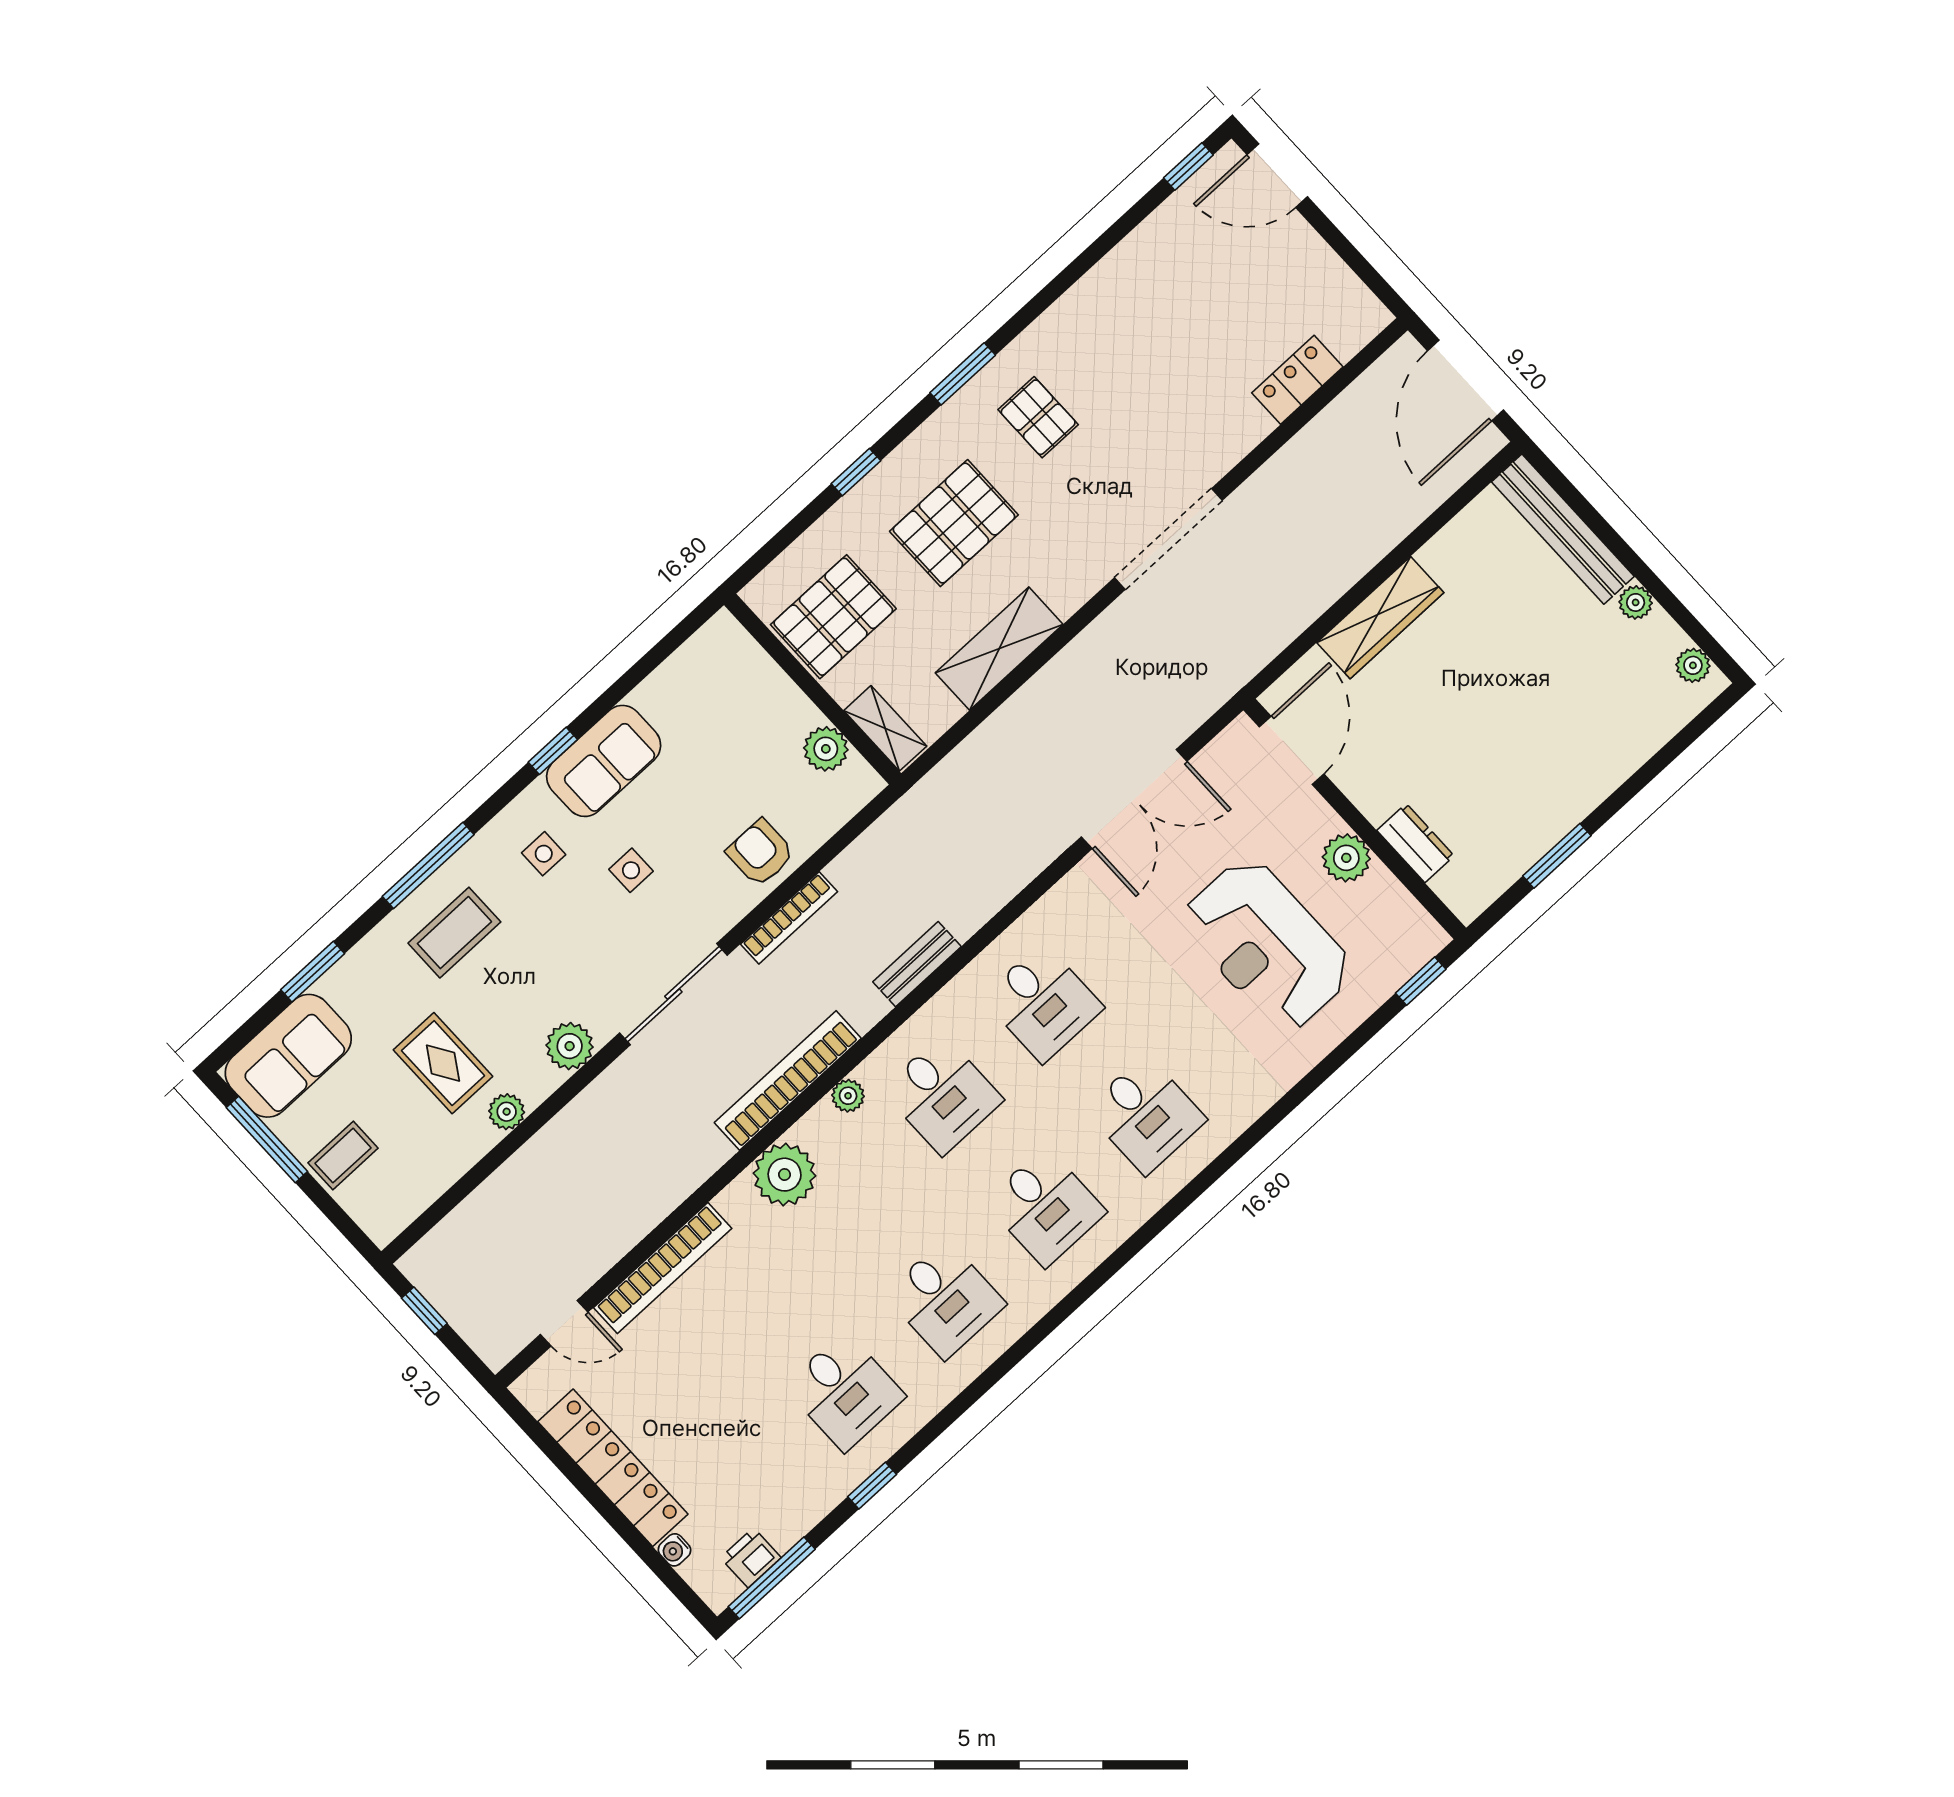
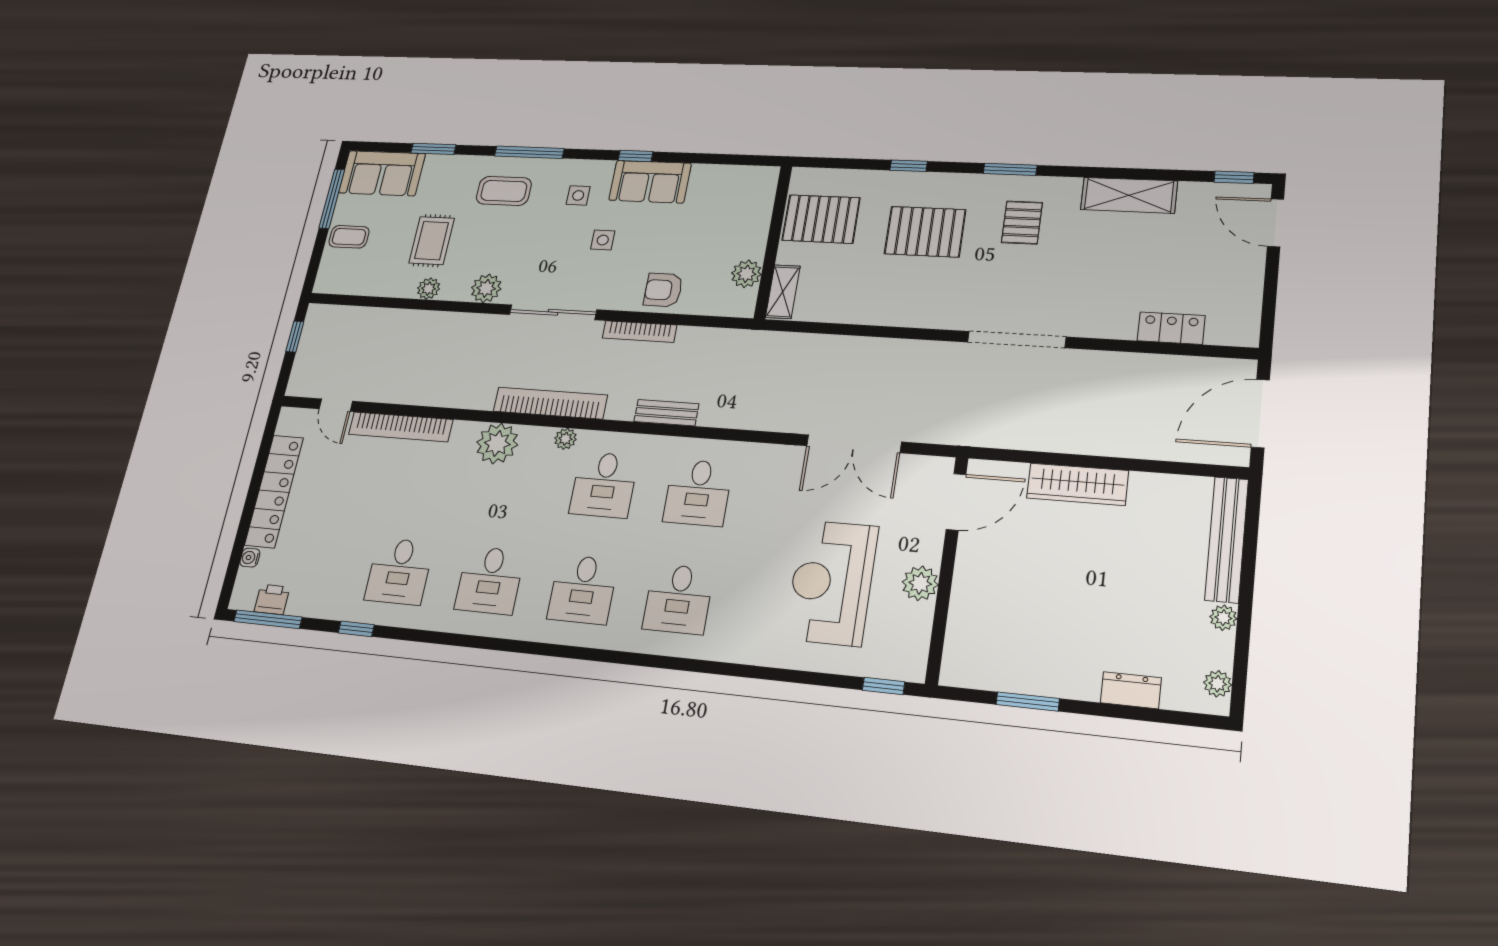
shelving: (999, 649) -> (1129, 195), moved
dresser: (1415, 843) -> (1131, 690), moved, turned -90
armchair: (760, 853) -> (663, 290), turned -90

